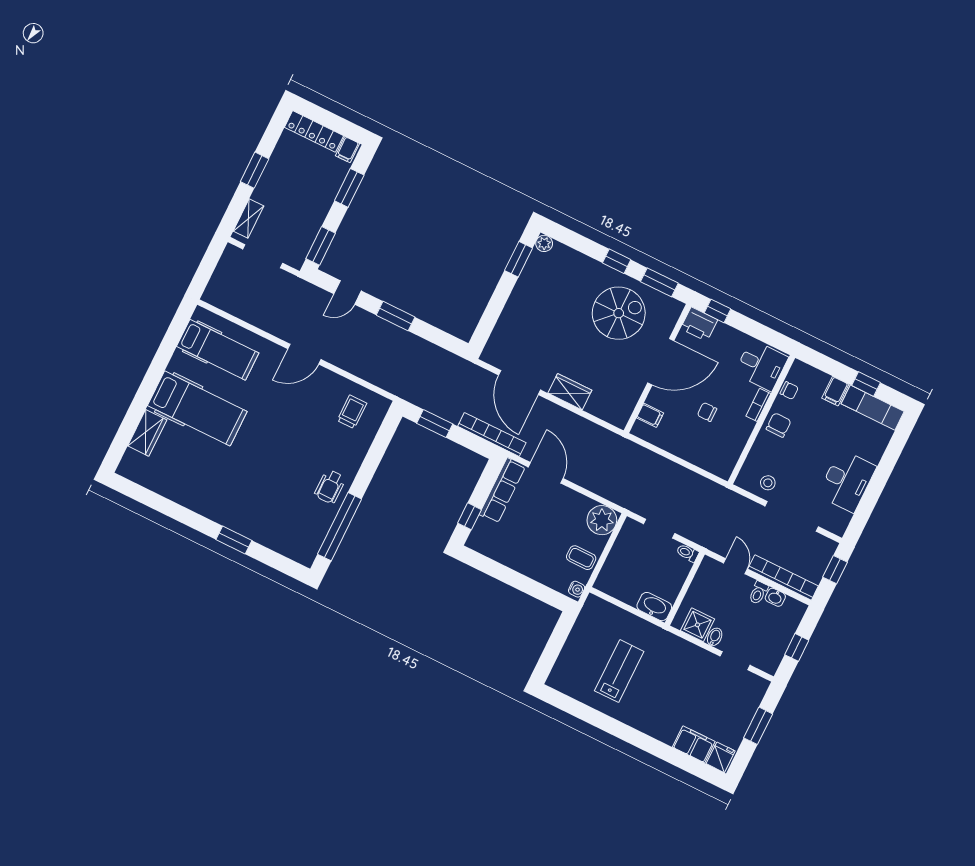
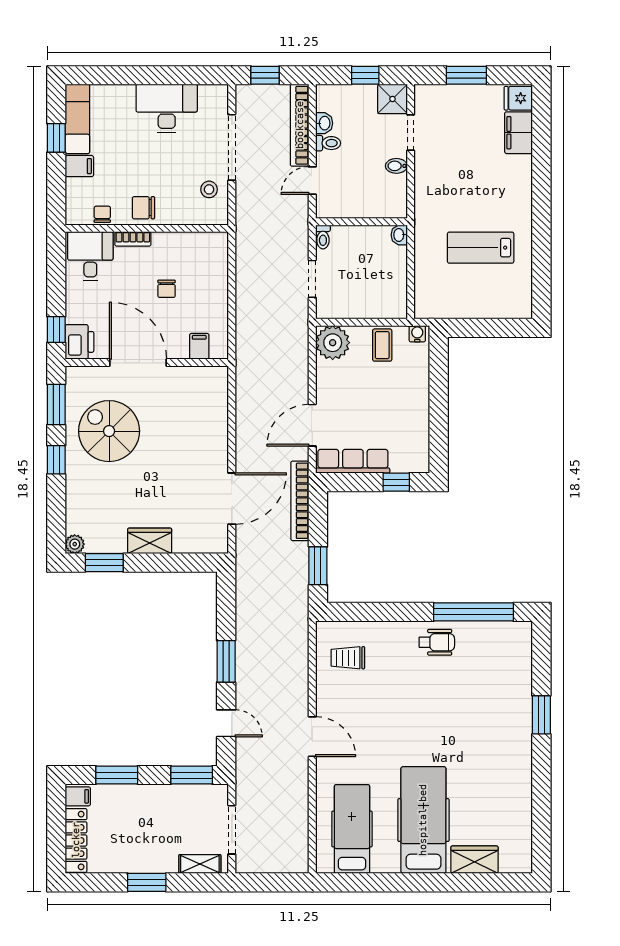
wardrobe: (570, 392) -> (150, 541), moved, turned 90
washbasin: (654, 607) -> (399, 235), width x0.52, depth x0.69
shower: (698, 625) -> (393, 99), moved

